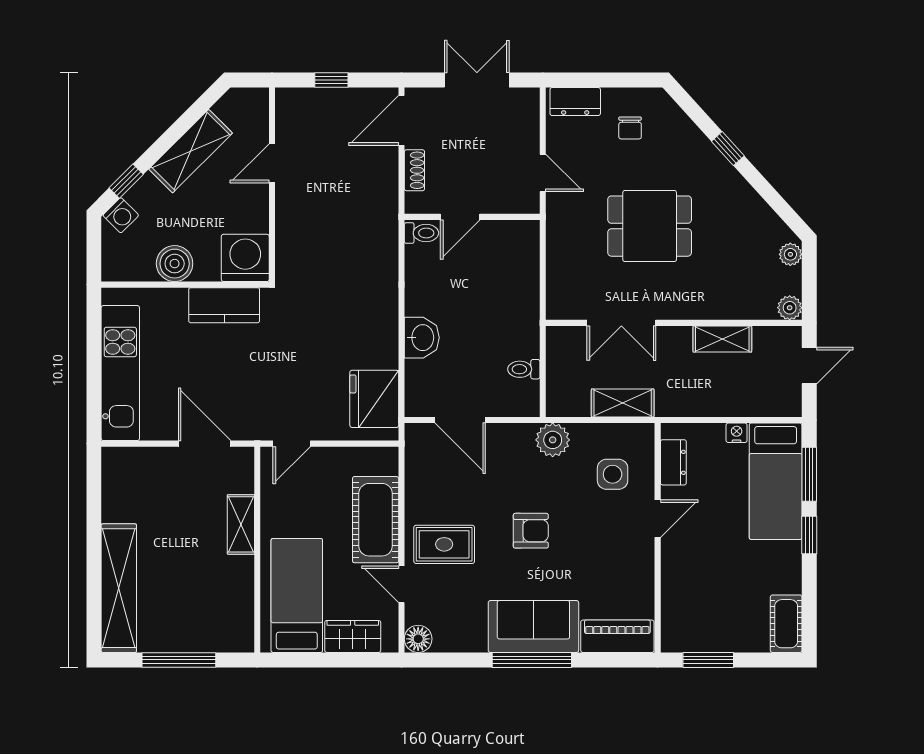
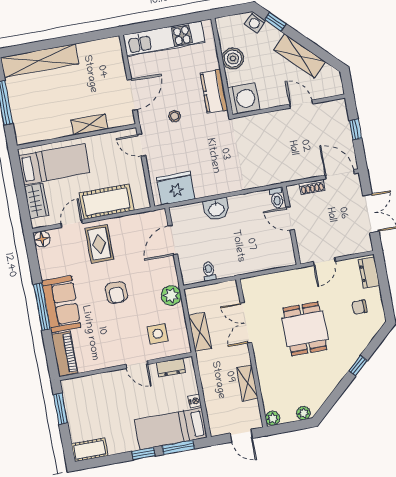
stool: (253, 379) -> (175, 116), added

